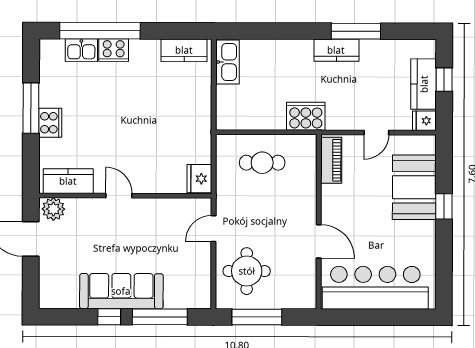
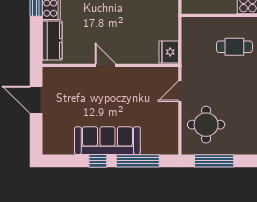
cafe table: (262, 163) -> (234, 47), moved
kitchen counter: (68, 181) -> (52, 41), moved, turned 90
plant: (53, 209) -> (54, 76), removed

